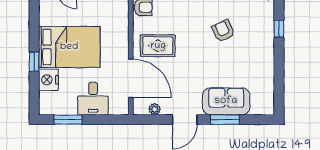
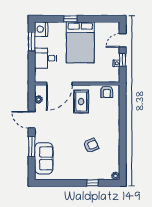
nightstand: (48, 80) -> (41, 29), moved, turned -90
sofa: (226, 101) -> (44, 158), moved

